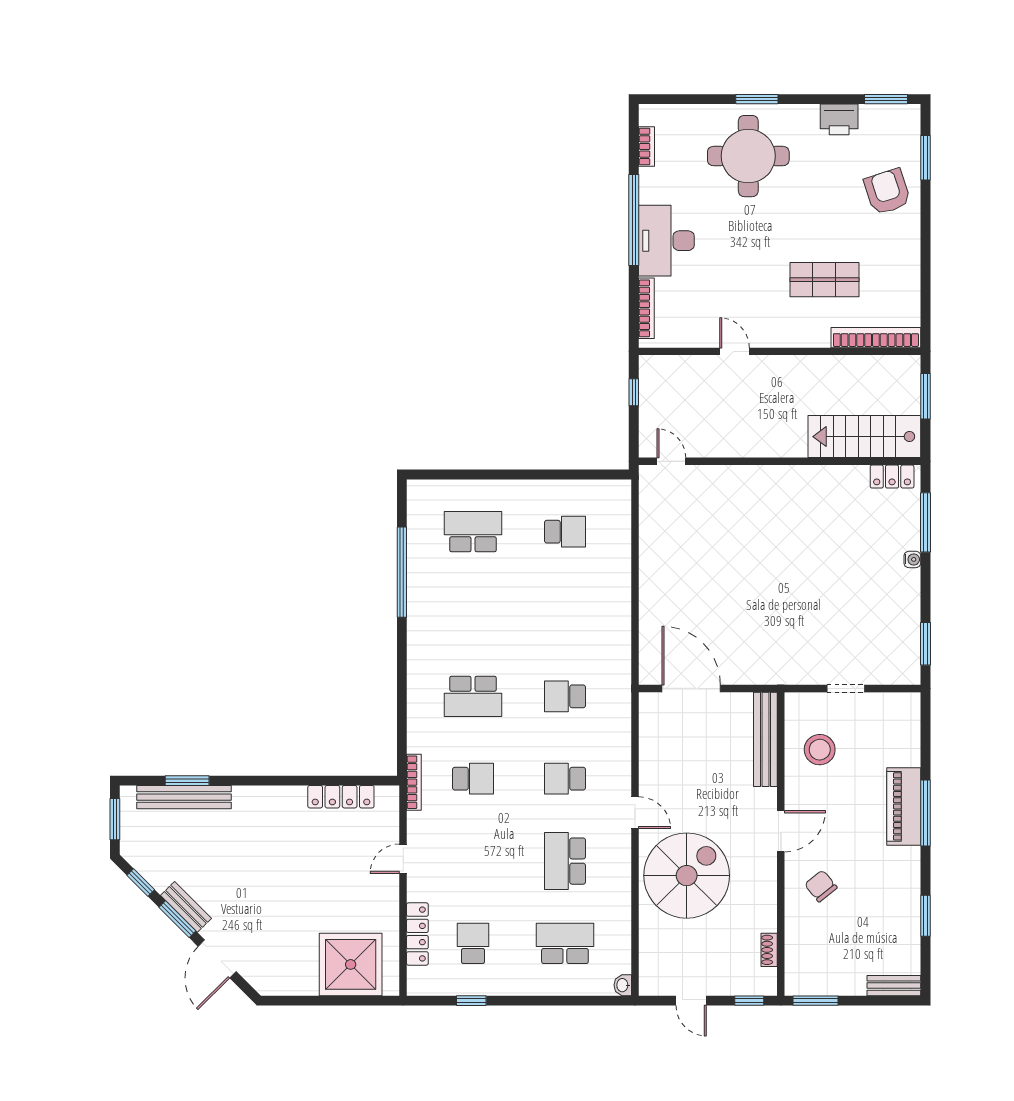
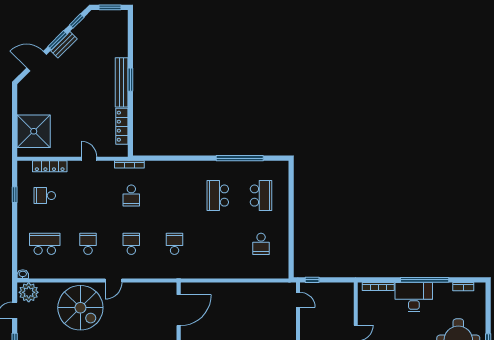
window: (634, 392) -> (312, 280), moved
door: (671, 461) -> (298, 300), hinge flipped
school desk: (473, 696) -> (218, 196), moved
window: (187, 781) -> (130, 80), moved
bench: (184, 797) -> (122, 82), moved
school desk: (565, 861) -> (88, 244), width x0.54
school desk: (473, 943) -> (45, 196), turned 180
school desk: (565, 943) -> (45, 244), turned -90
plant: (657, 974) -> (29, 292), added

